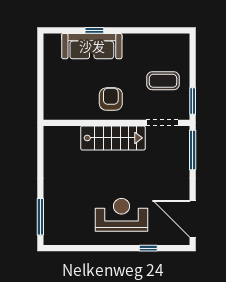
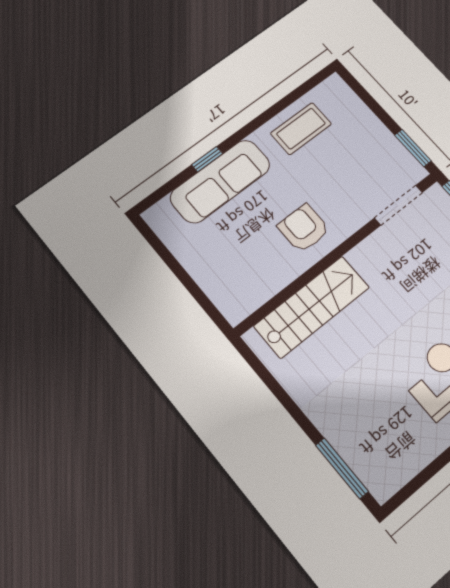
coffee table: (163, 81) -> (301, 129), moved
stairs: (113, 138) -> (312, 307), moved

